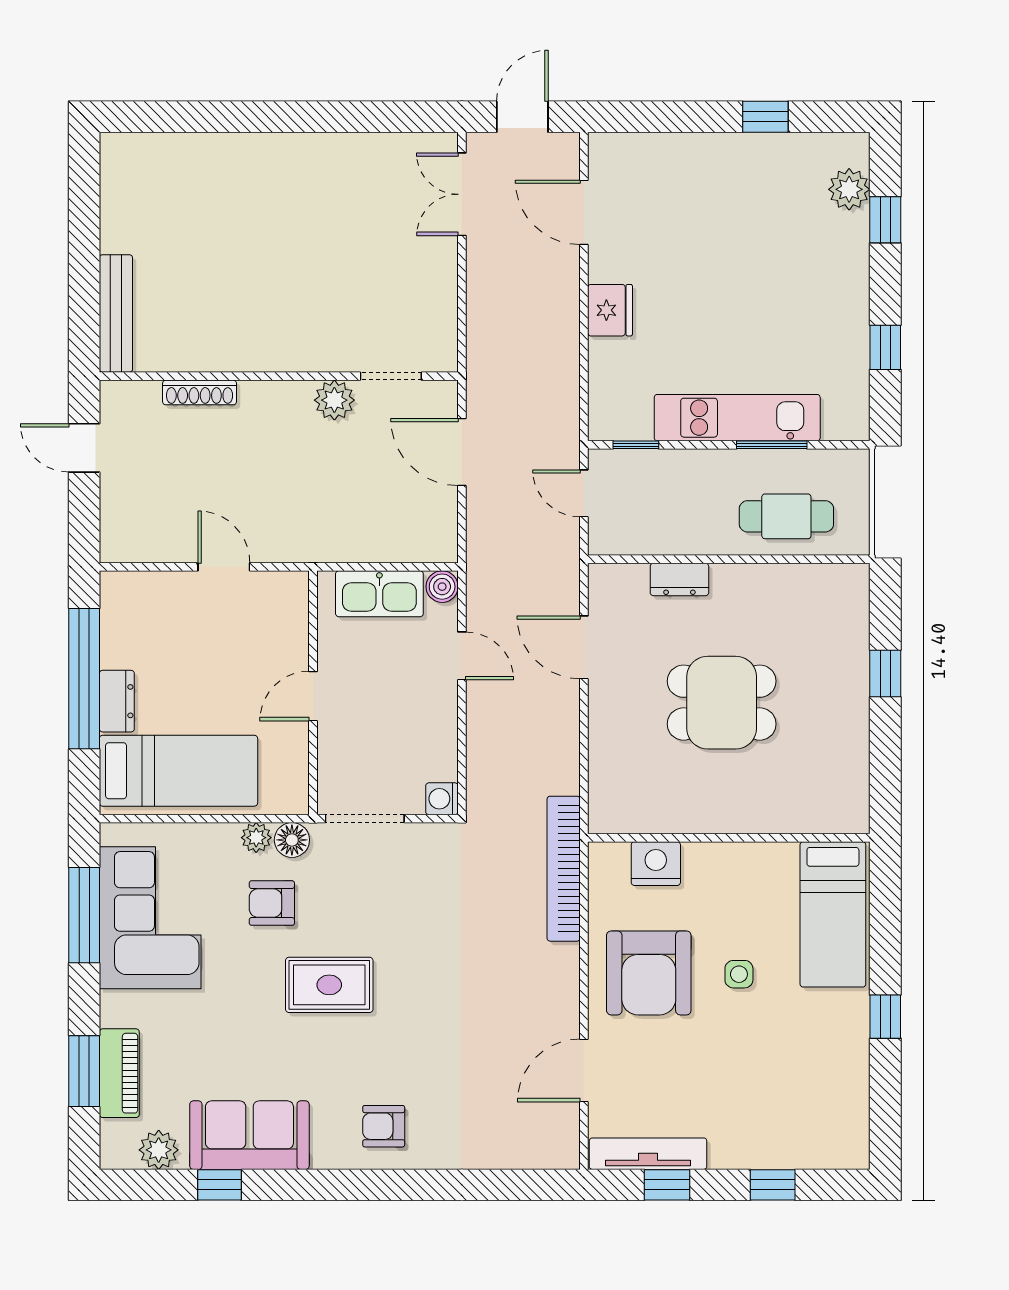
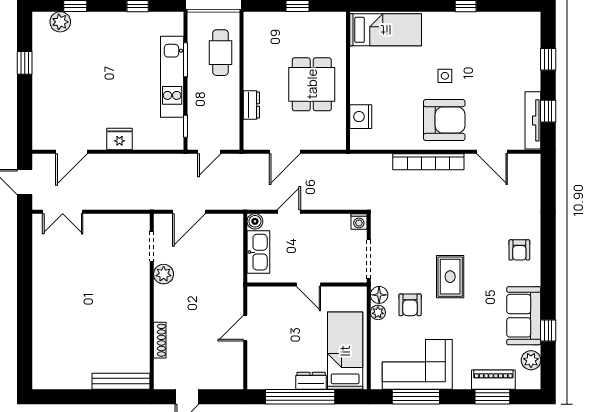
wall: (729, 838) -> (348, 81), moved
nightstand: (656, 864) -> (361, 117), moved
bookcase: (564, 869) -> (428, 162), moved
bed: (833, 914) -> (386, 30), moved

